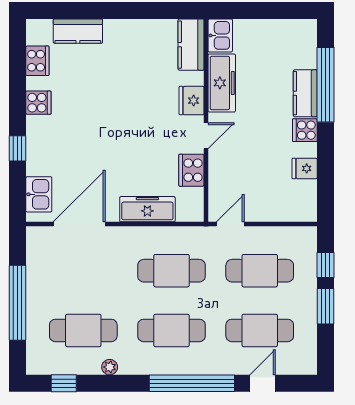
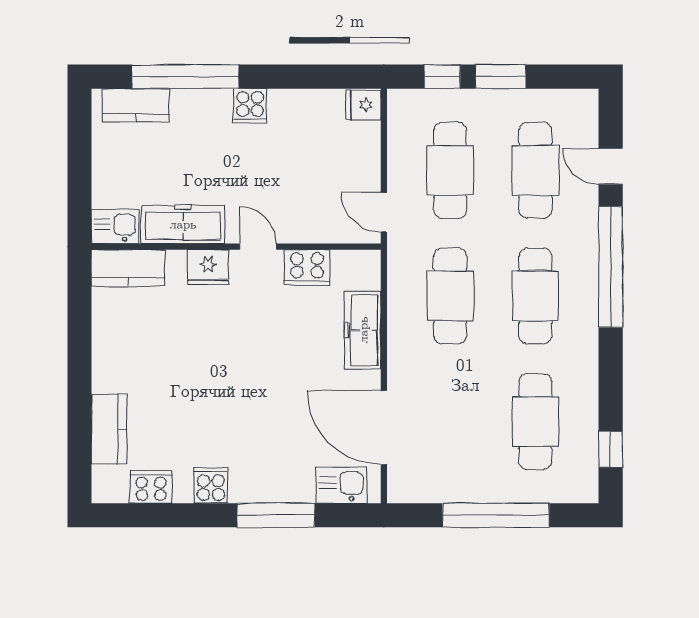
kitchen counter: (305, 93) -> (136, 105), moved
window: (18, 148) -> (276, 515), width x2.17
fridge: (305, 168) -> (363, 105), moved, turned 90
plant: (110, 367) -> (588, 384), removed

